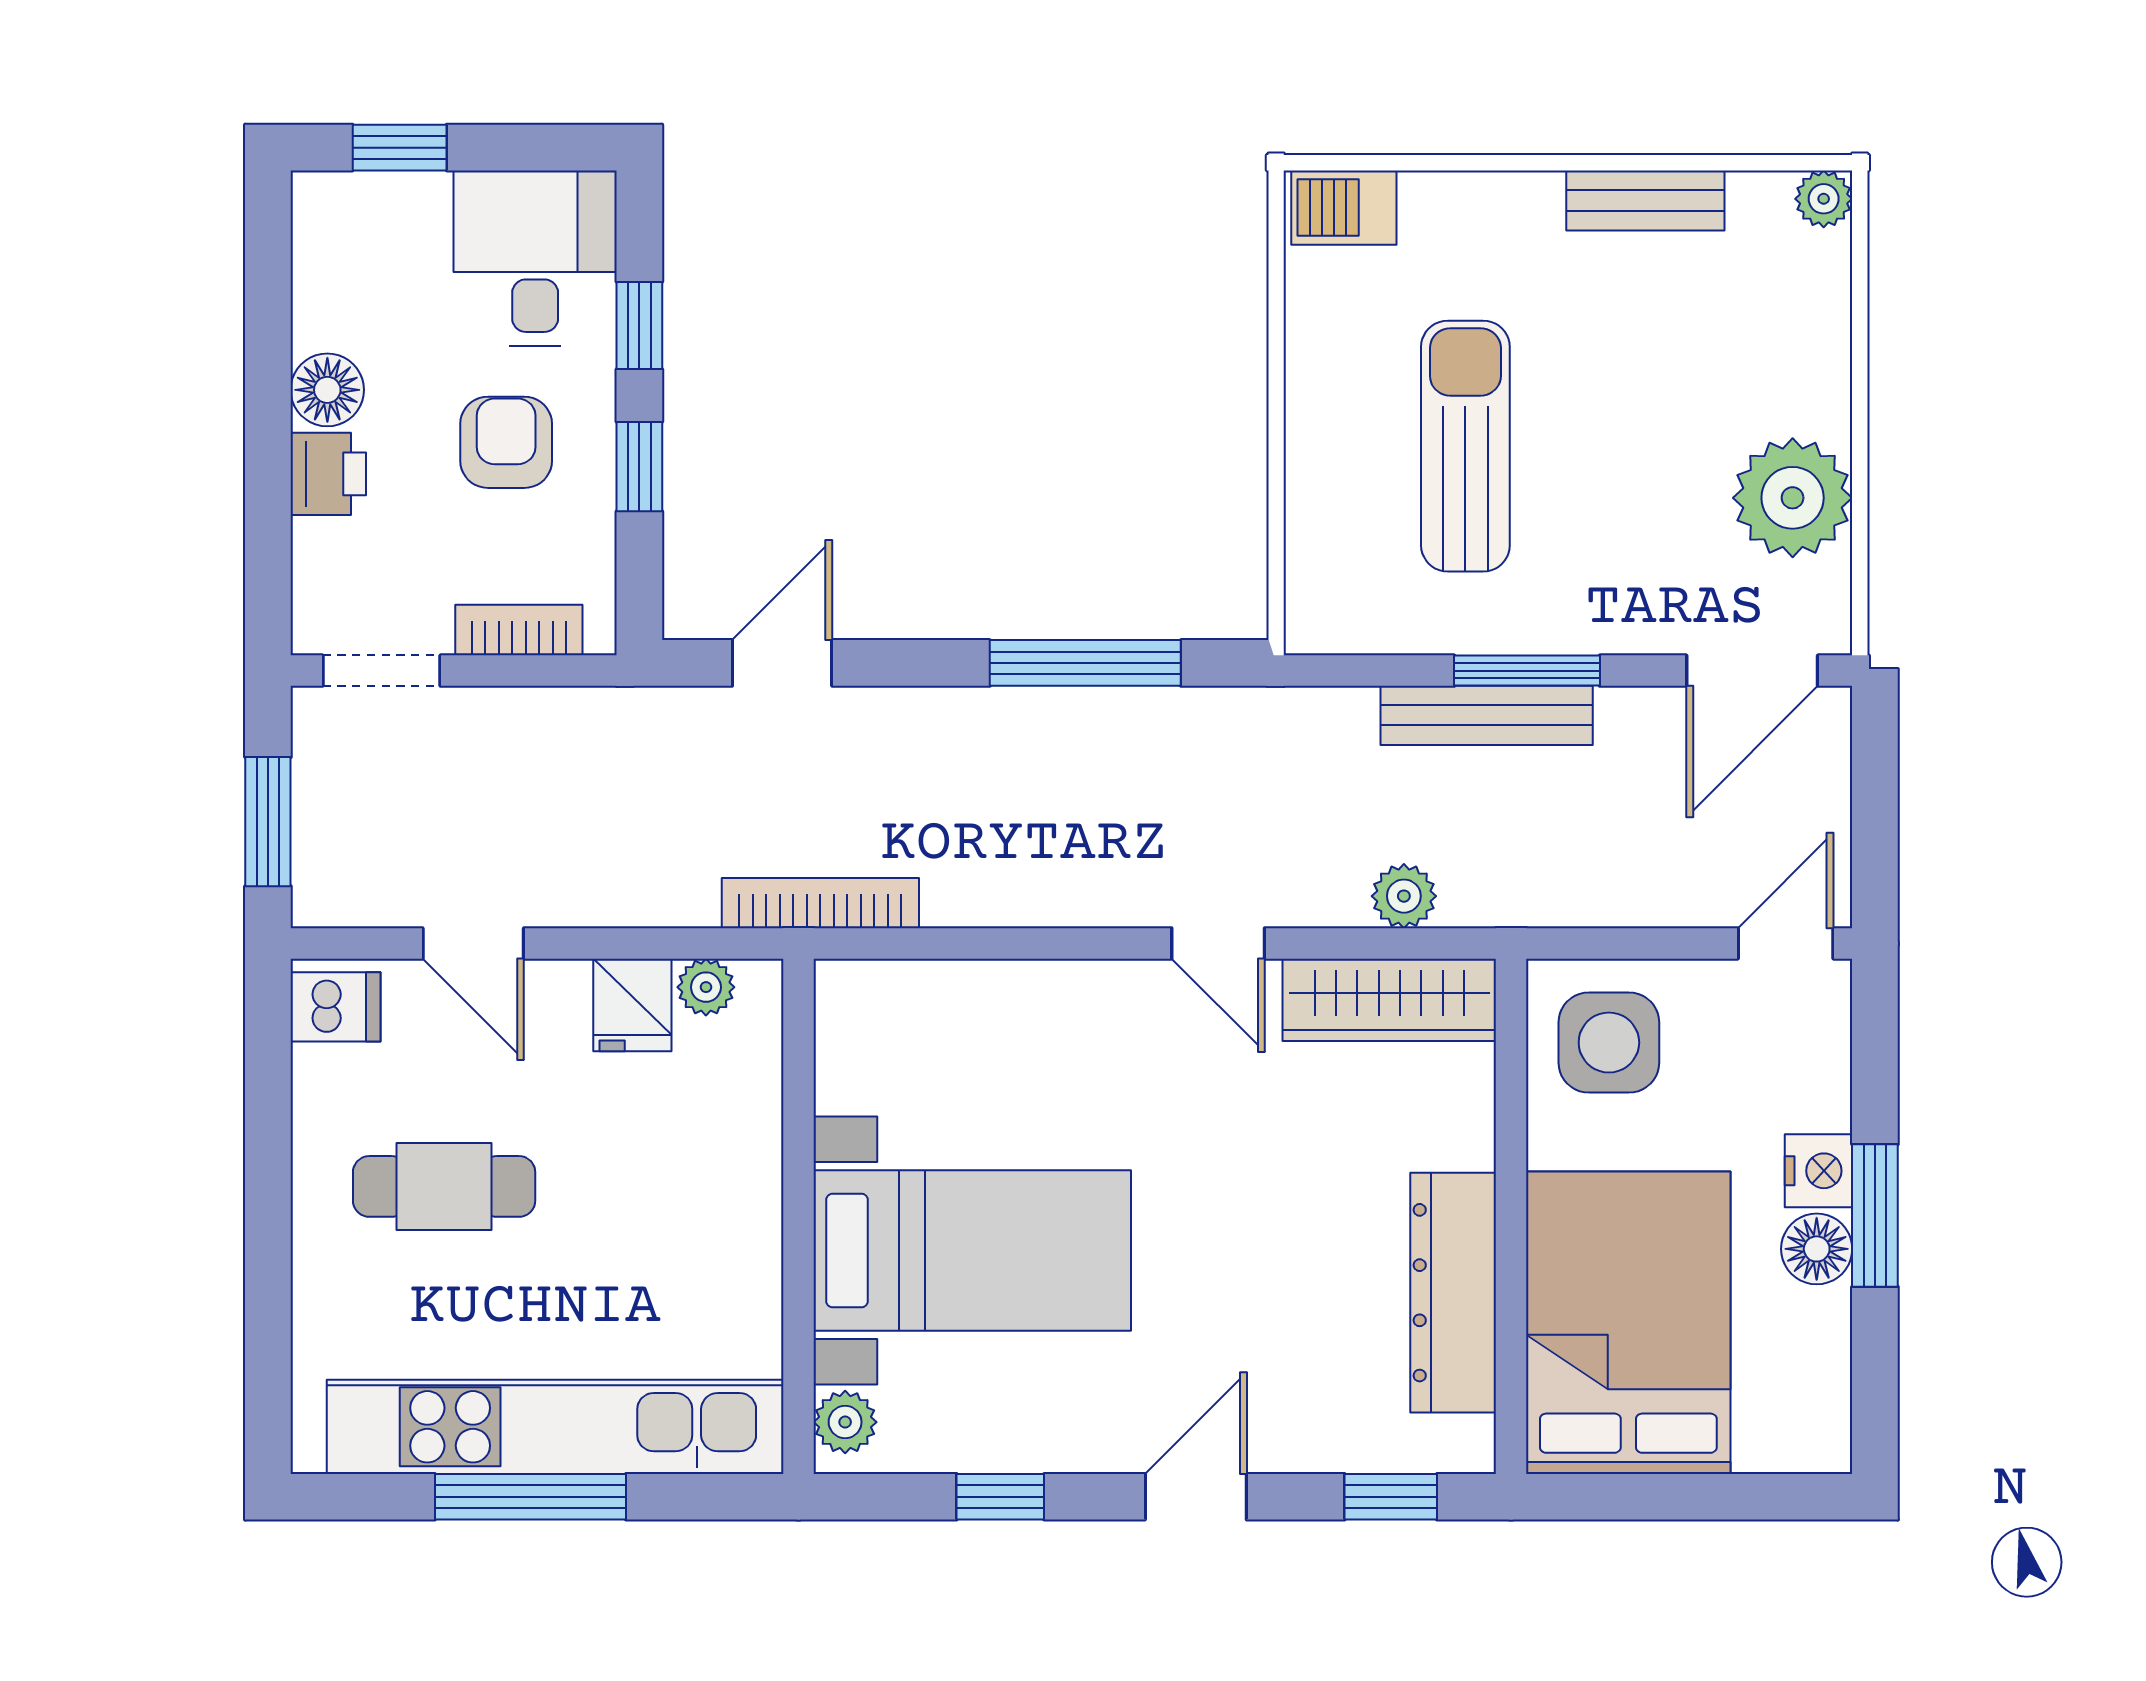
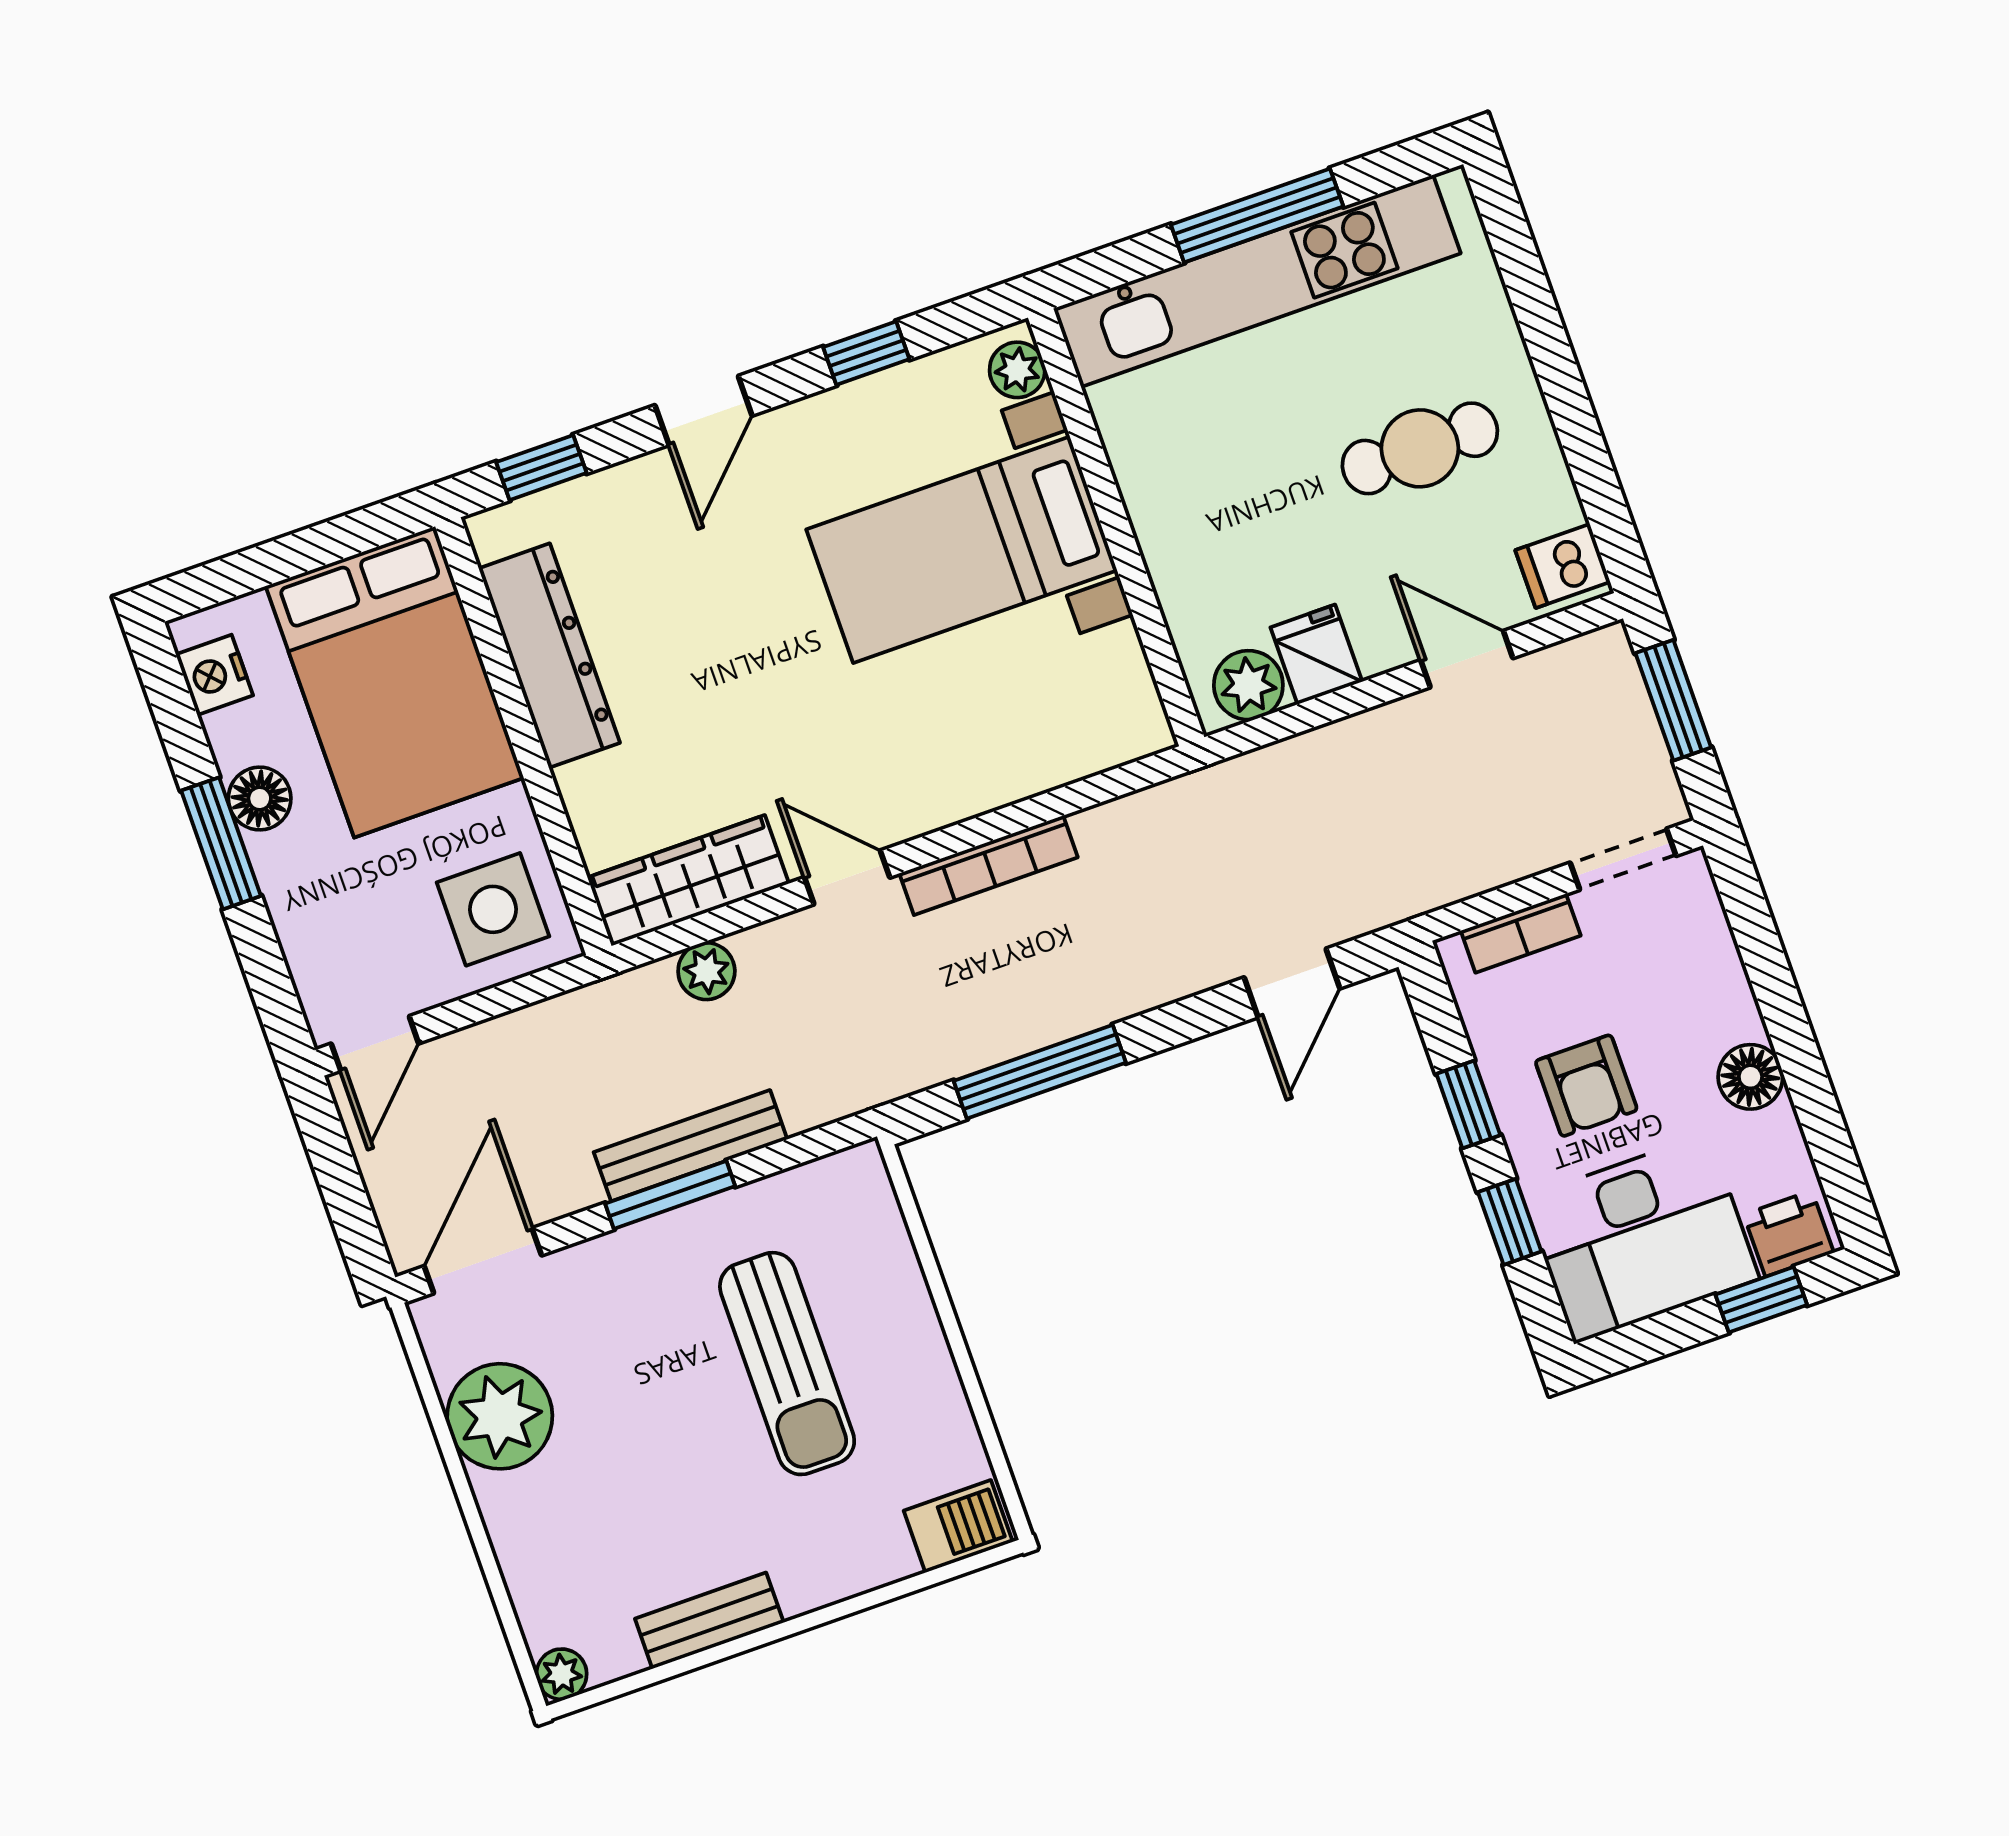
desk: (535, 258) -> (1641, 1238), width x1.37
printer: (328, 474) -> (1789, 1234), moved, turned 90
bookcase: (820, 903) -> (988, 865), moved
plant: (706, 987) -> (1248, 685), width x1.38, depth x1.38
nightstand: (1819, 1171) -> (214, 675), moved

